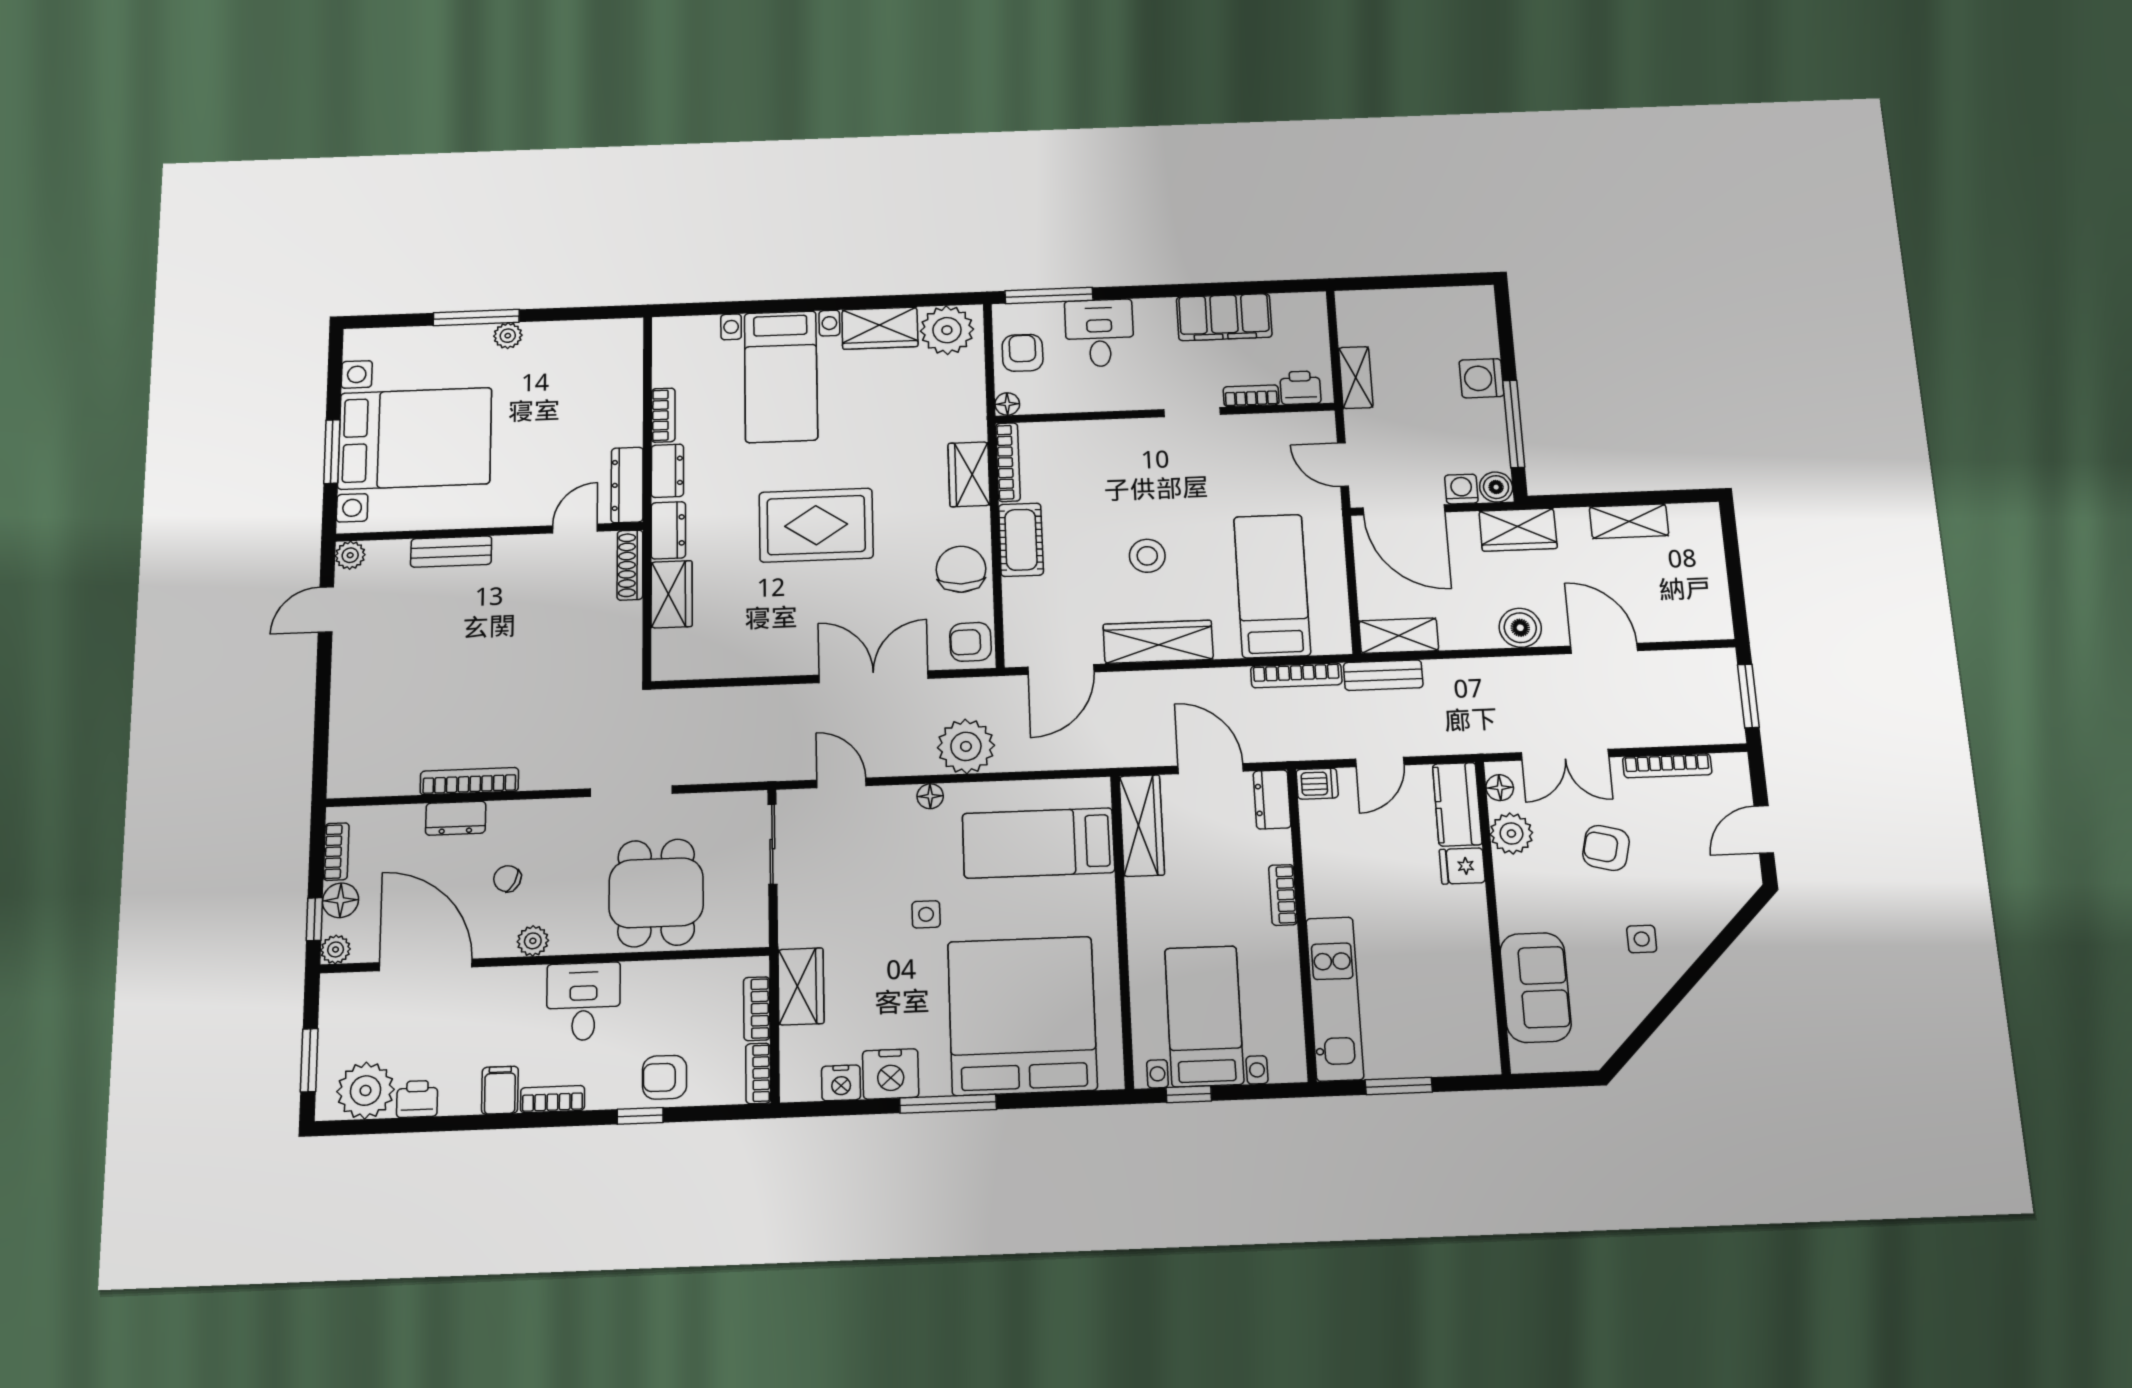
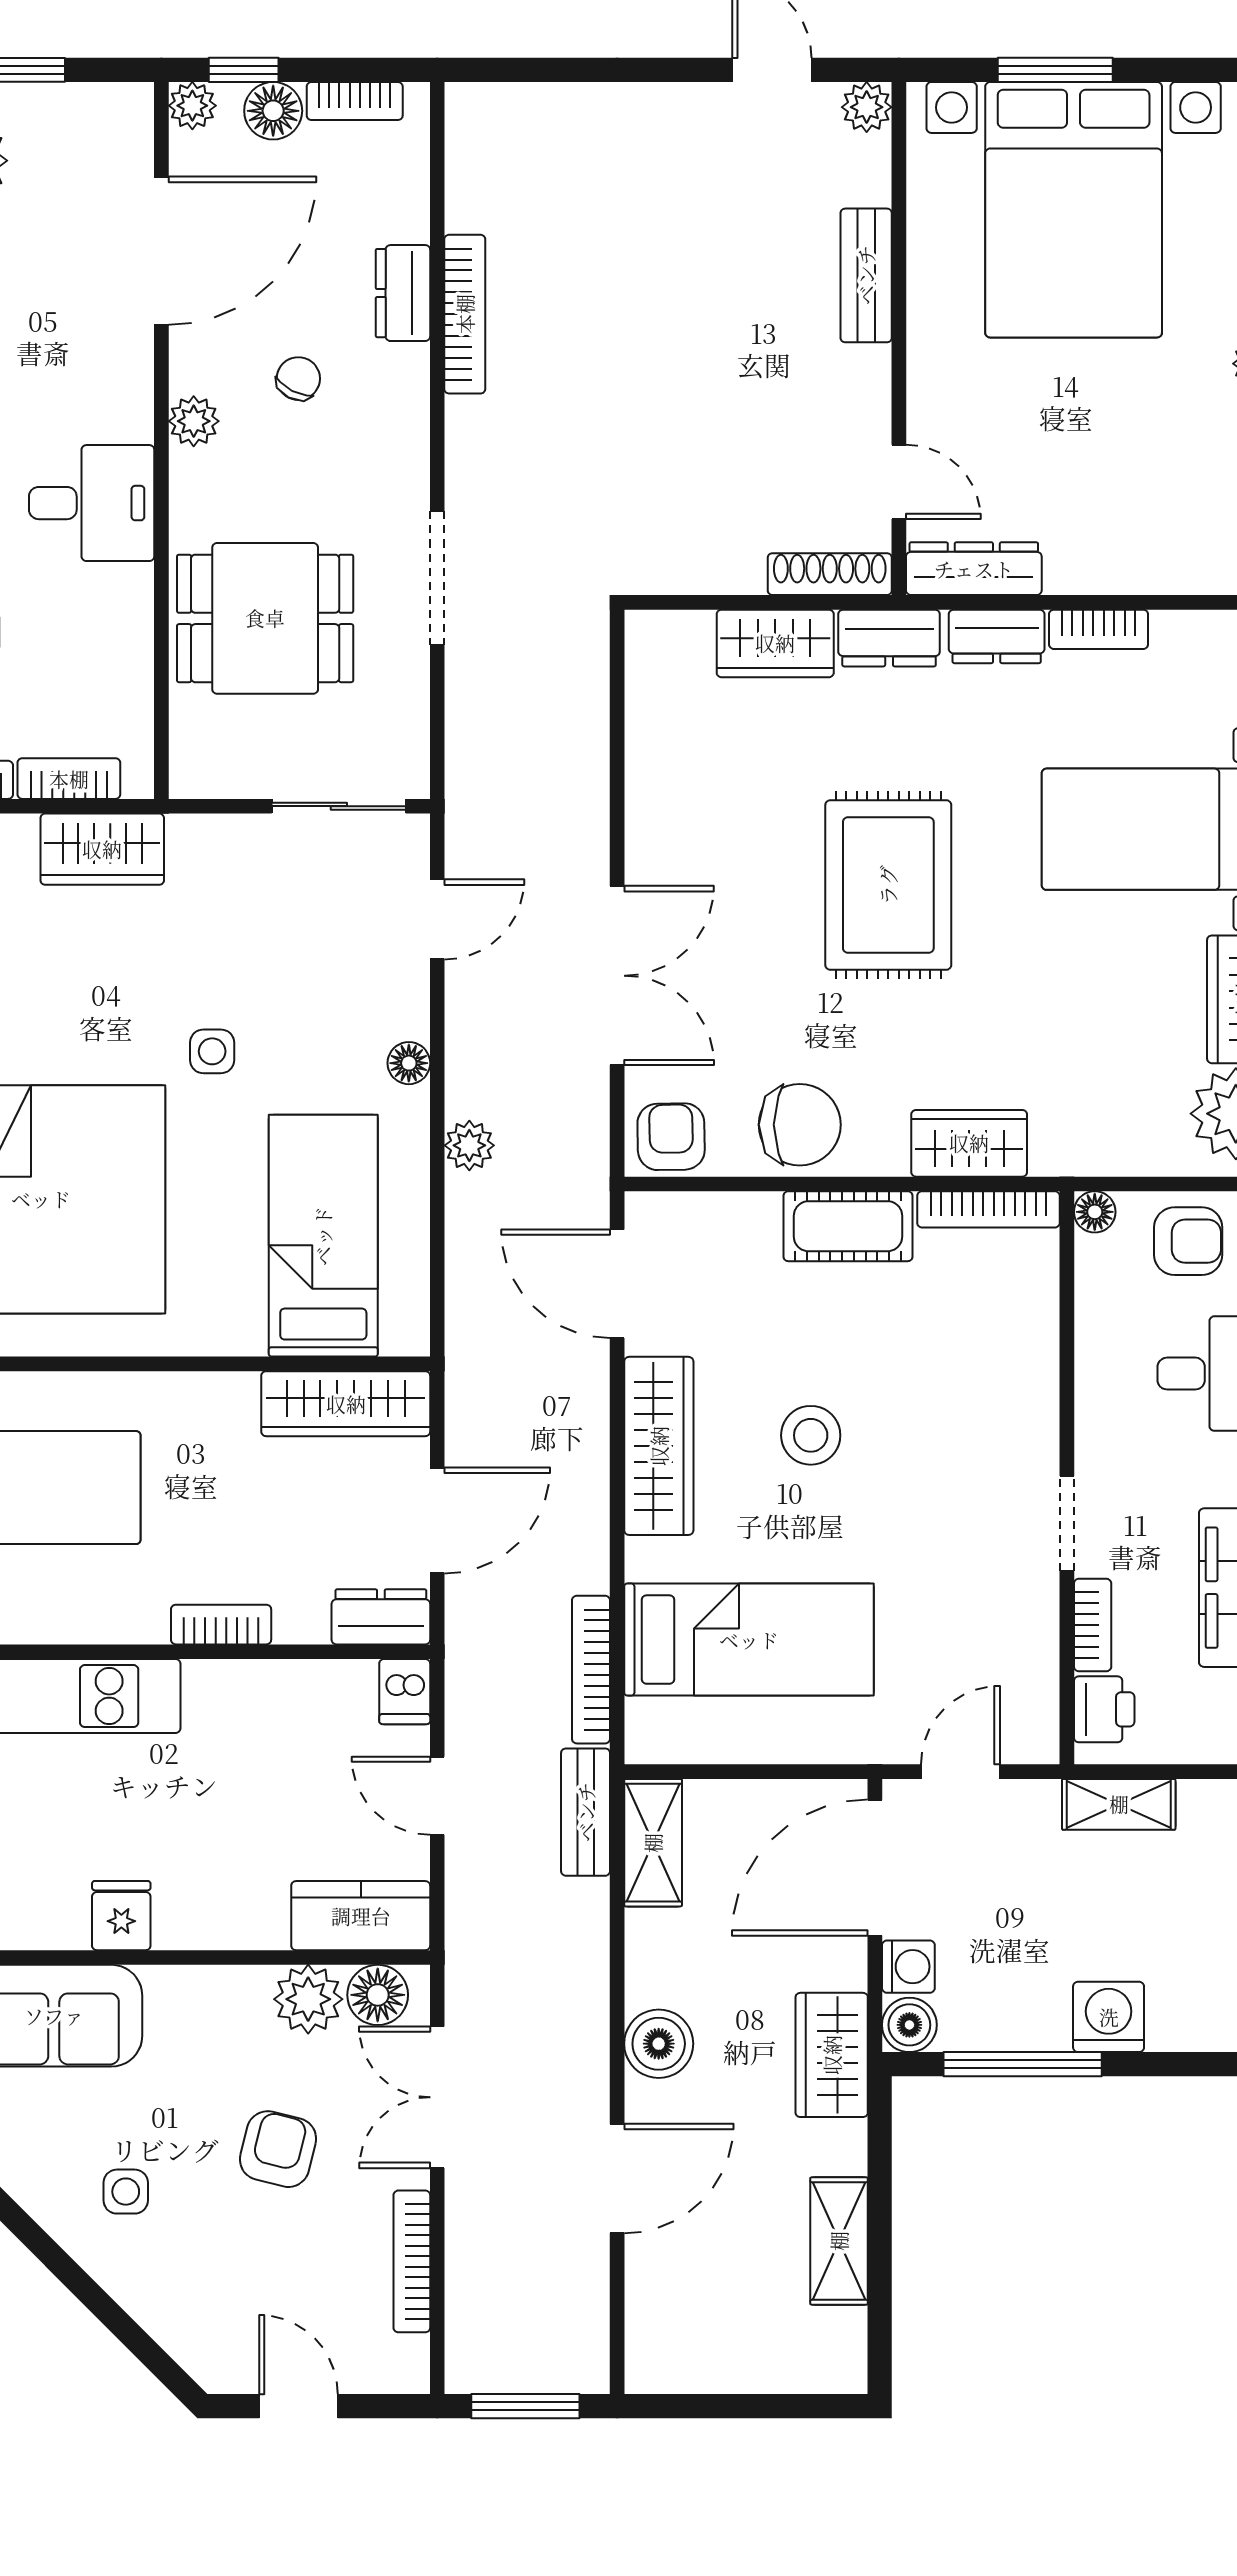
plant: (966, 746) -> (469, 1145), width x0.53, depth x0.53
floor lamp: (1500, 788) -> (378, 1995), width x1.37, depth x1.37
fridge: (1462, 866) -> (121, 1916), moved

